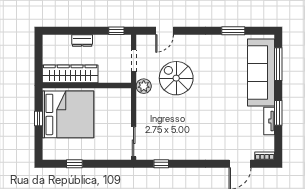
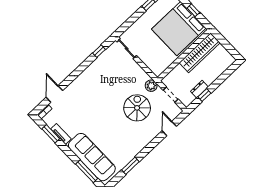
window: (116, 31) -> (204, 95), moved
dresser: (82, 41) -> (199, 89), moved
spiral stairs: (176, 78) -> (137, 108), turned -90
window: (278, 113) -> (51, 134), moved

